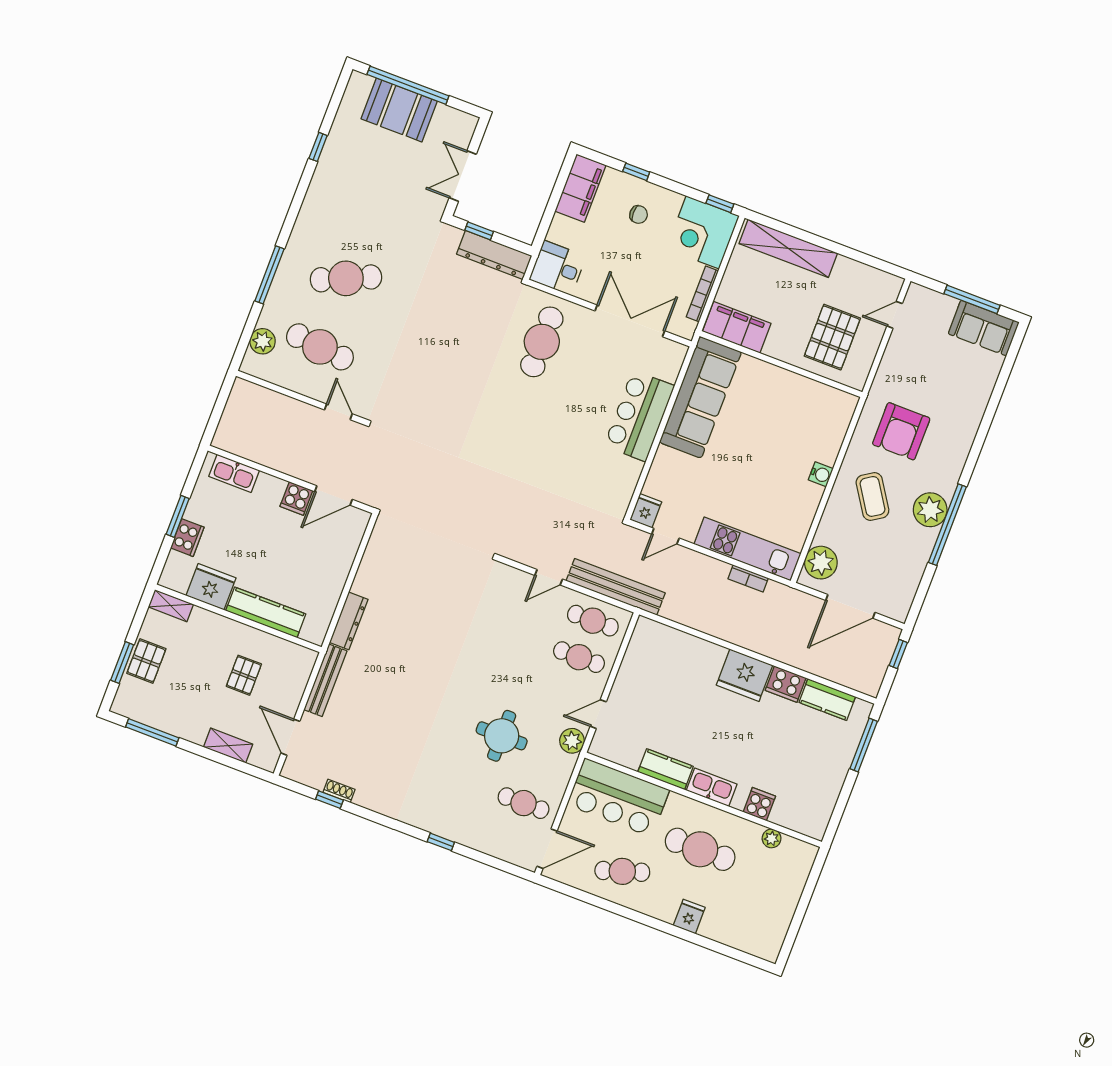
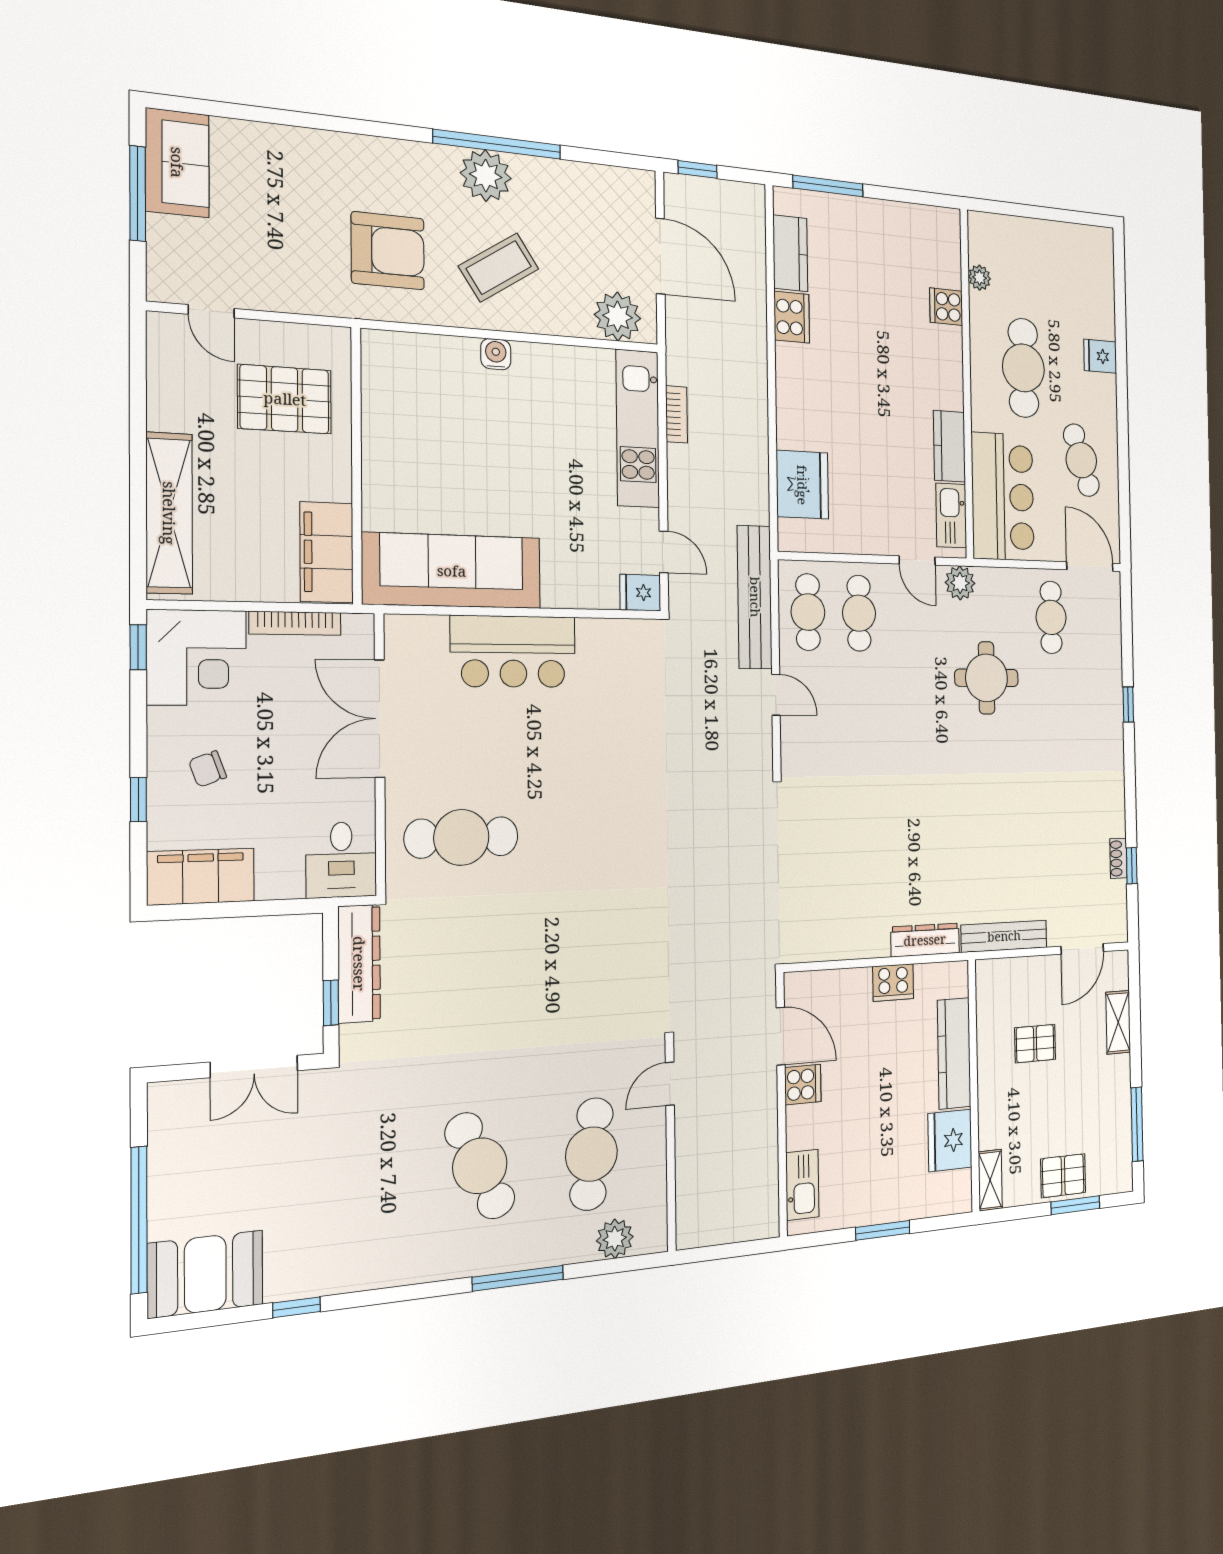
booth: (399, 110) -> (205, 1274), moved, turned 90
chair: (639, 215) -> (208, 769), turned -110
cooker: (187, 538) -> (893, 982), moved, turned 180
fridge: (744, 675) -> (802, 485), moved
kitchen sink: (712, 787) -> (951, 515), moved

